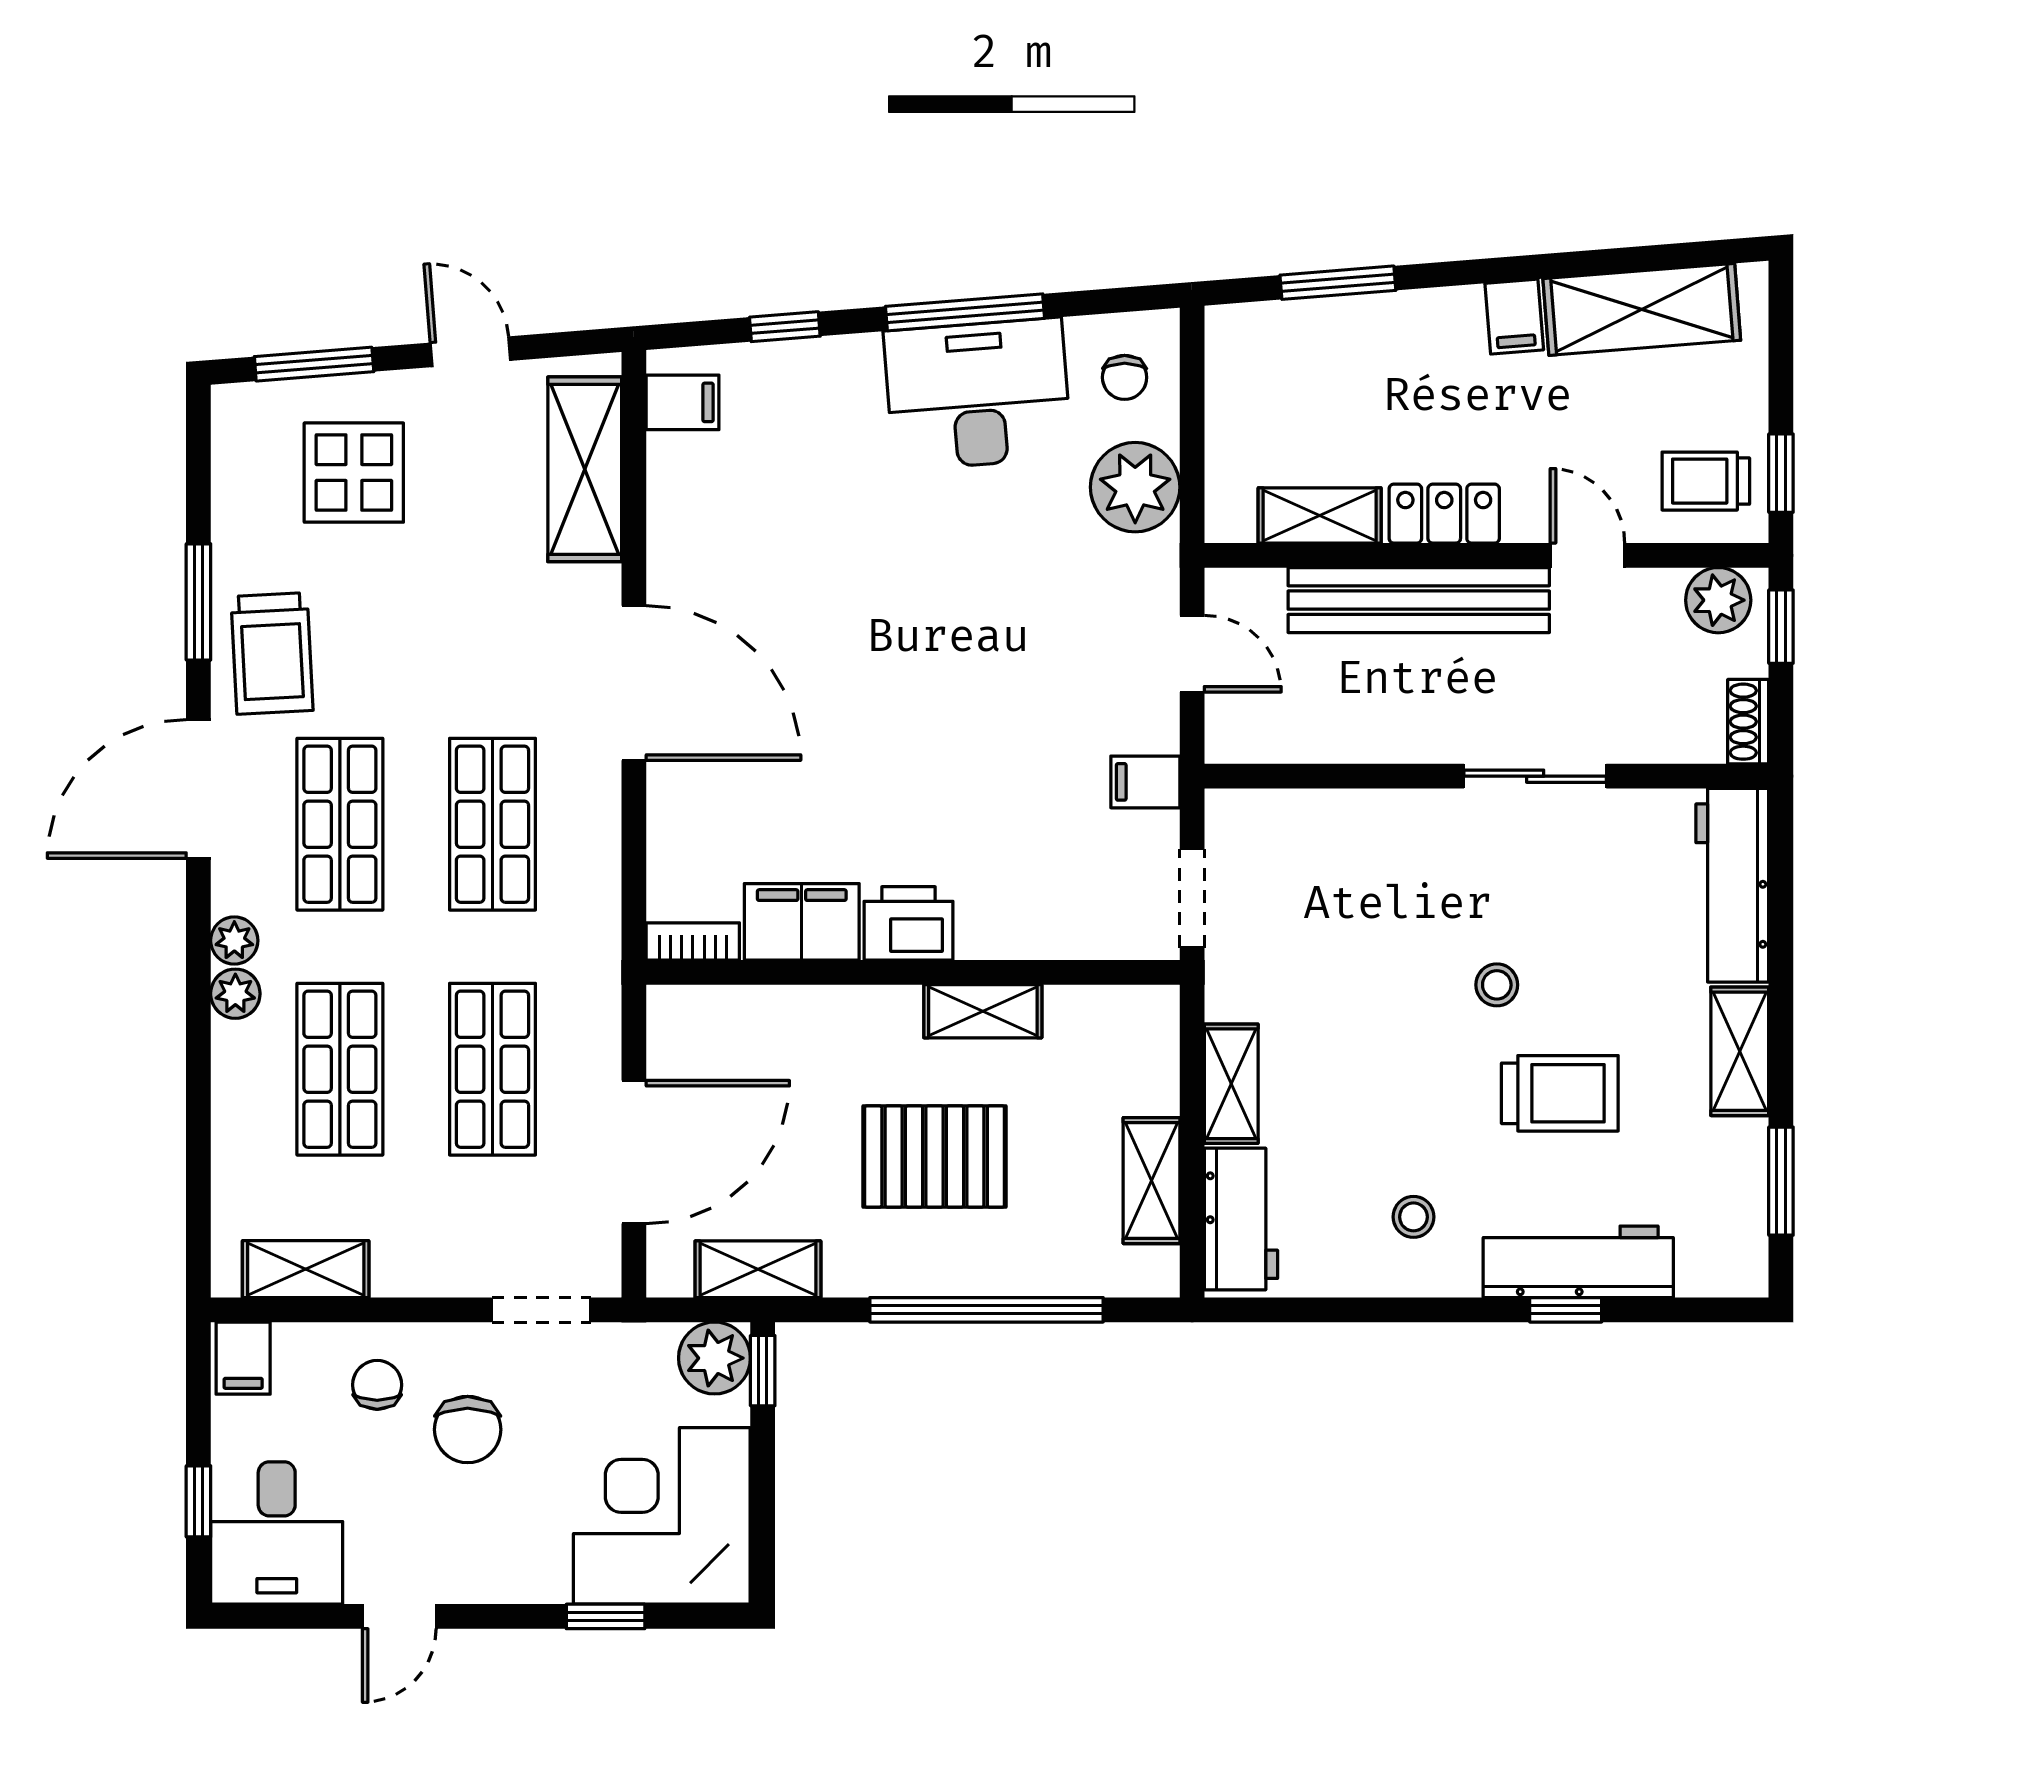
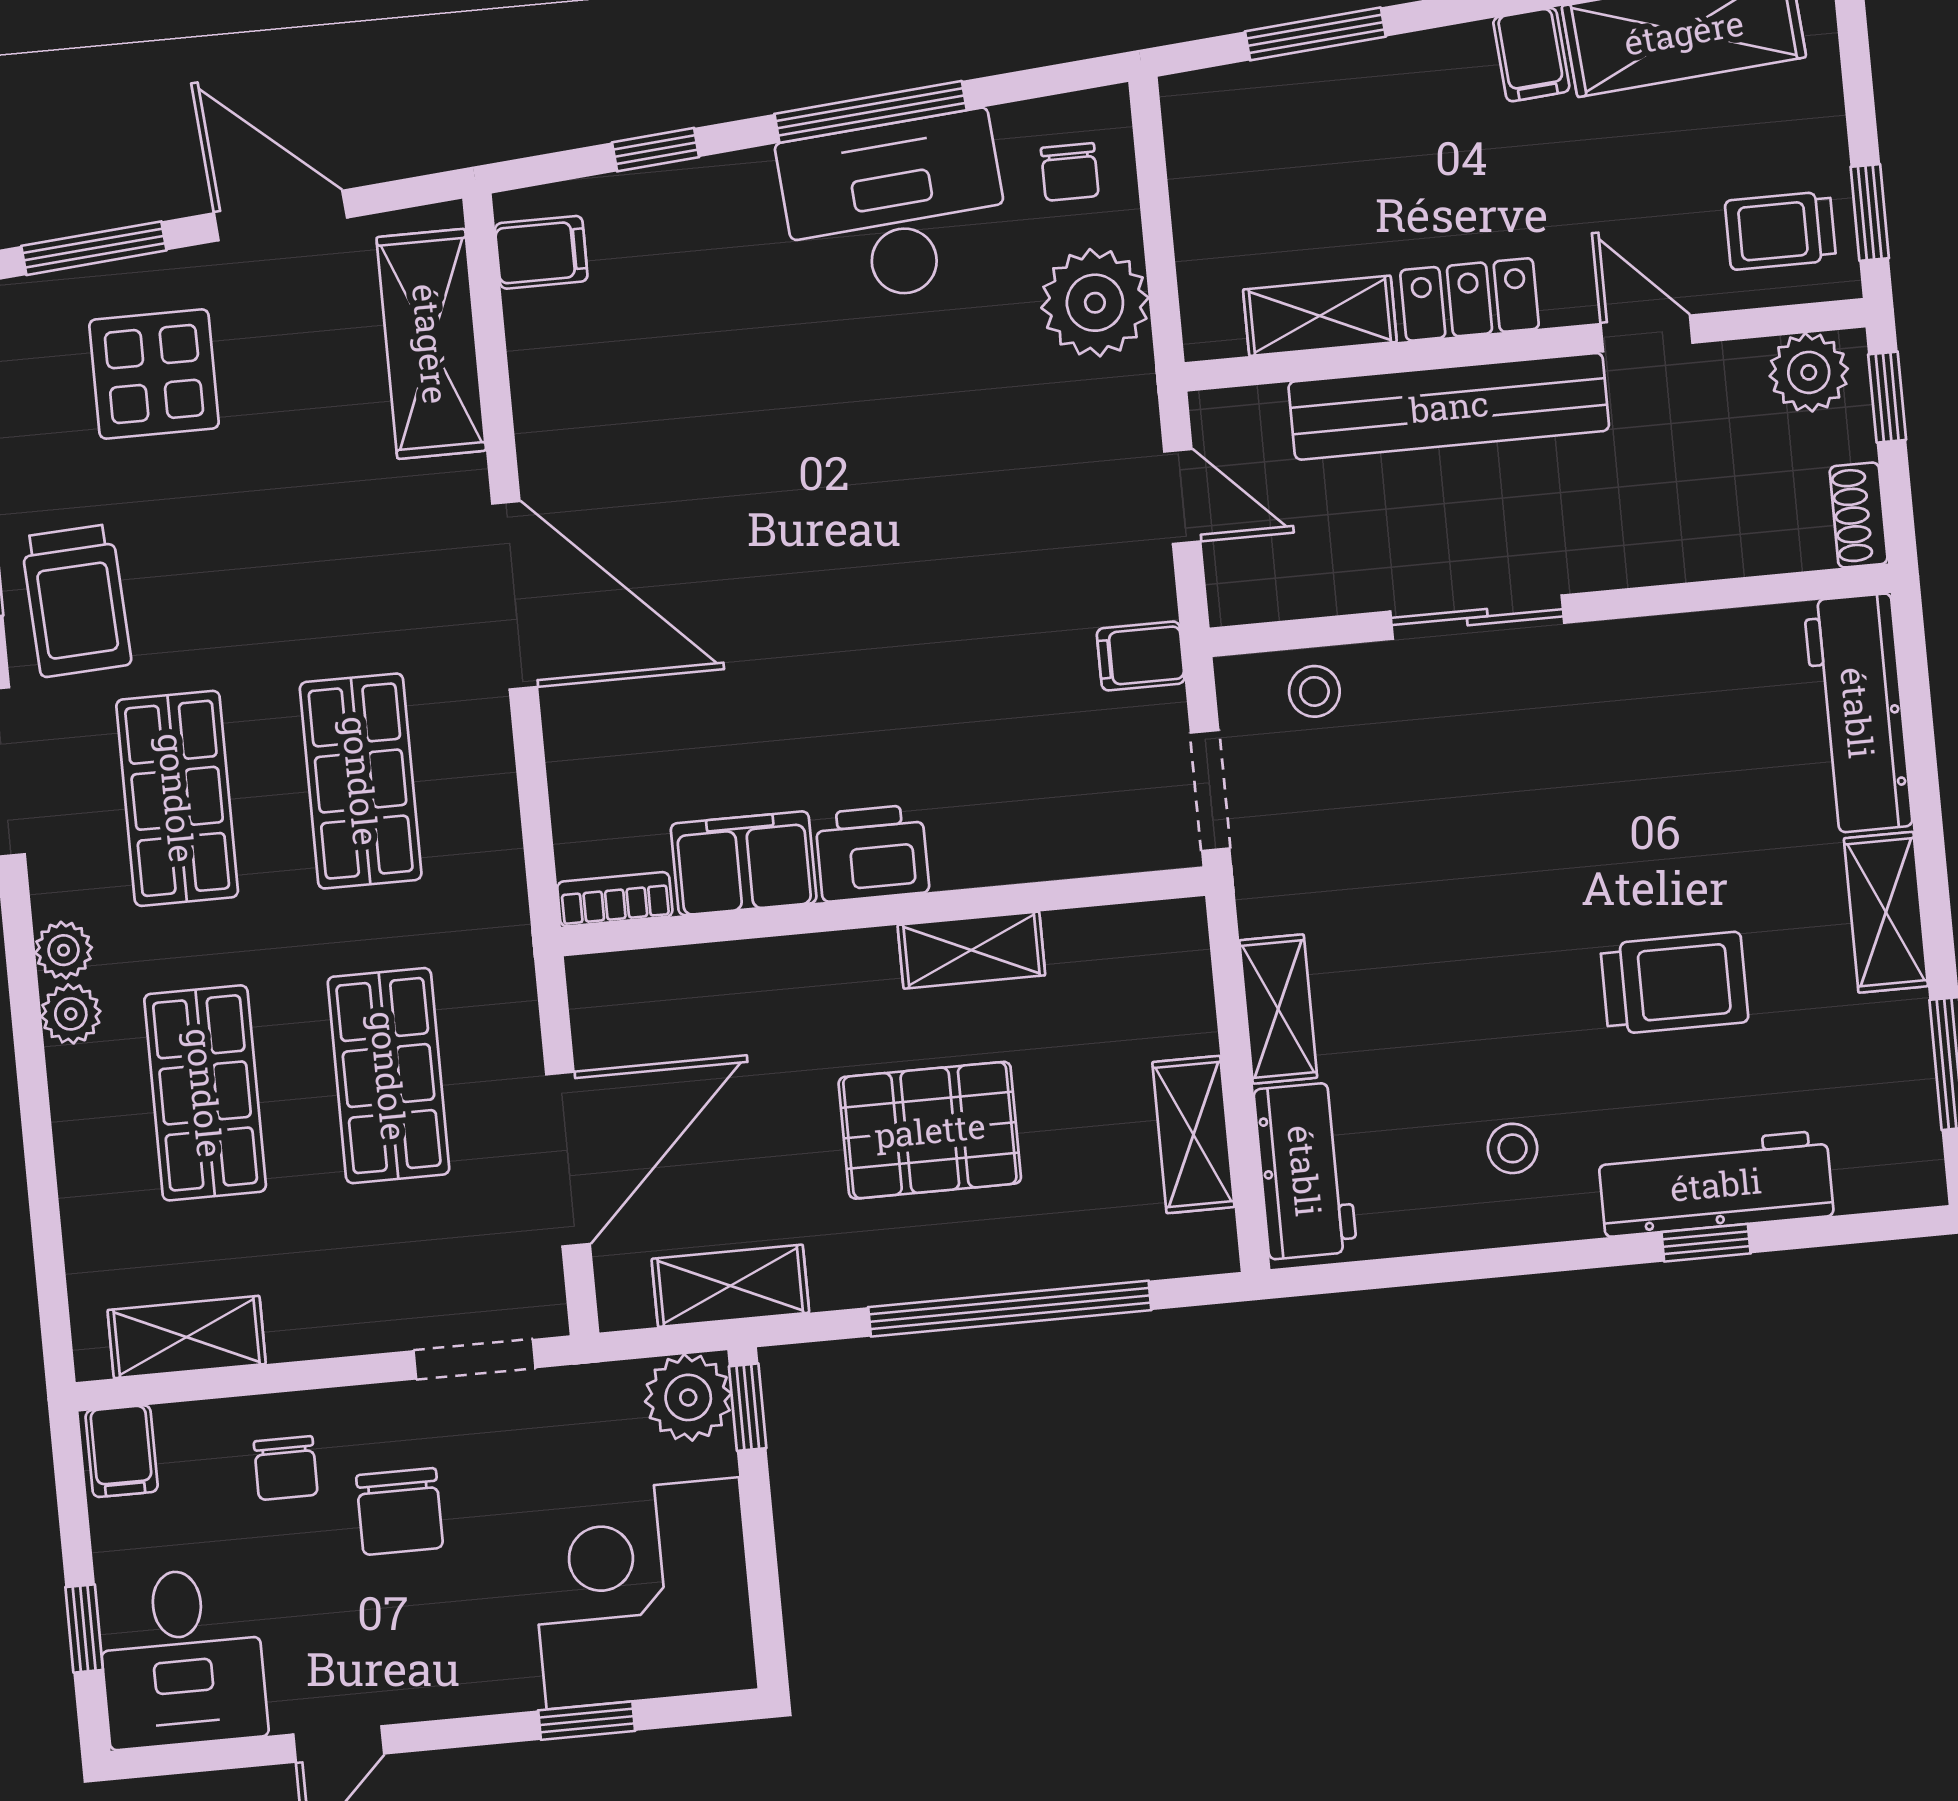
door: (470, 352) -> (280, 215), width x1.38
sliding door: (1535, 776) -> (1477, 617), moved
stool: (1497, 985) -> (1314, 691), moved
chair: (377, 1385) -> (286, 1468), turned 180

